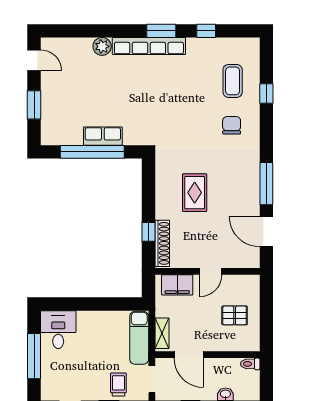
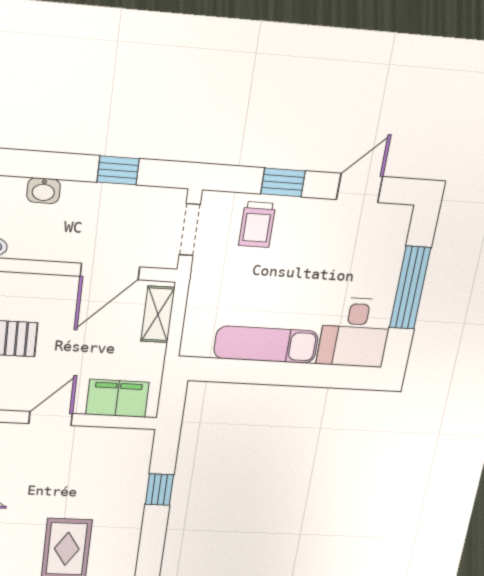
shoe rack: (162, 243) -> (137, 470), removed
exam couch: (139, 338) -> (266, 345), moved, turned -90
door: (189, 355) -> (110, 272), swing flipped

